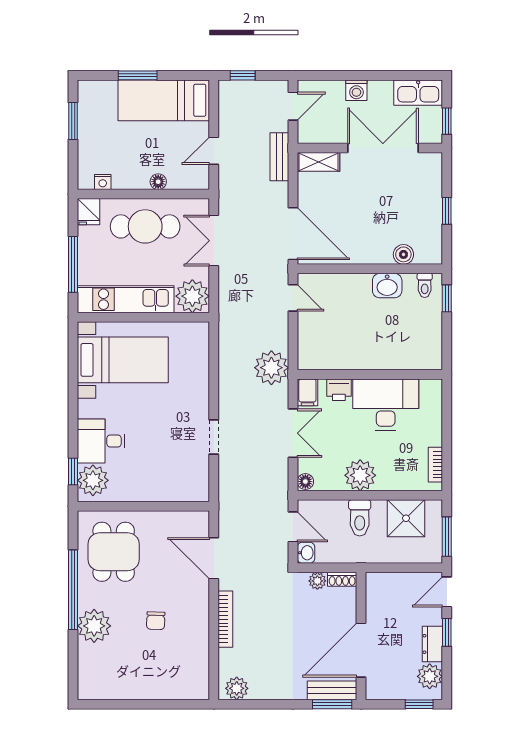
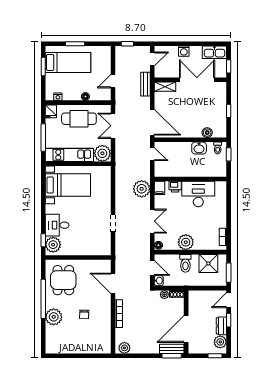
bed: (164, 100) -> (68, 62), moved, turned 180
wall: (370, 374) -> (190, 179), moved
printer: (339, 390) -> (175, 187), moved
filing cabinet: (307, 392) -> (160, 188), moved
desk: (386, 405) -> (198, 194), moved

